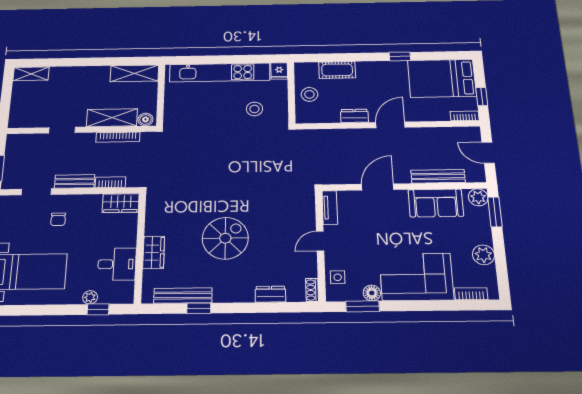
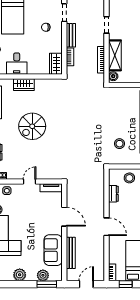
dresser: (354, 116) -> (113, 194), moved
plant: (478, 197) -> (43, 275), moved
spiral stairs: (225, 238) -> (32, 126), turned 90
door: (320, 241) -> (30, 181), hinge flipped

